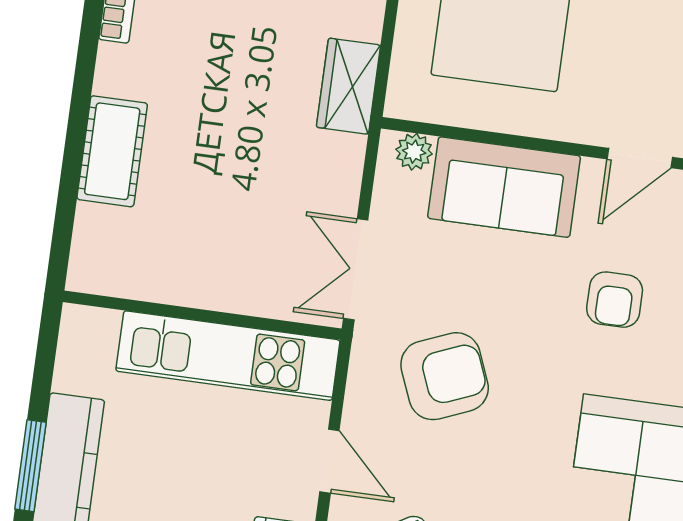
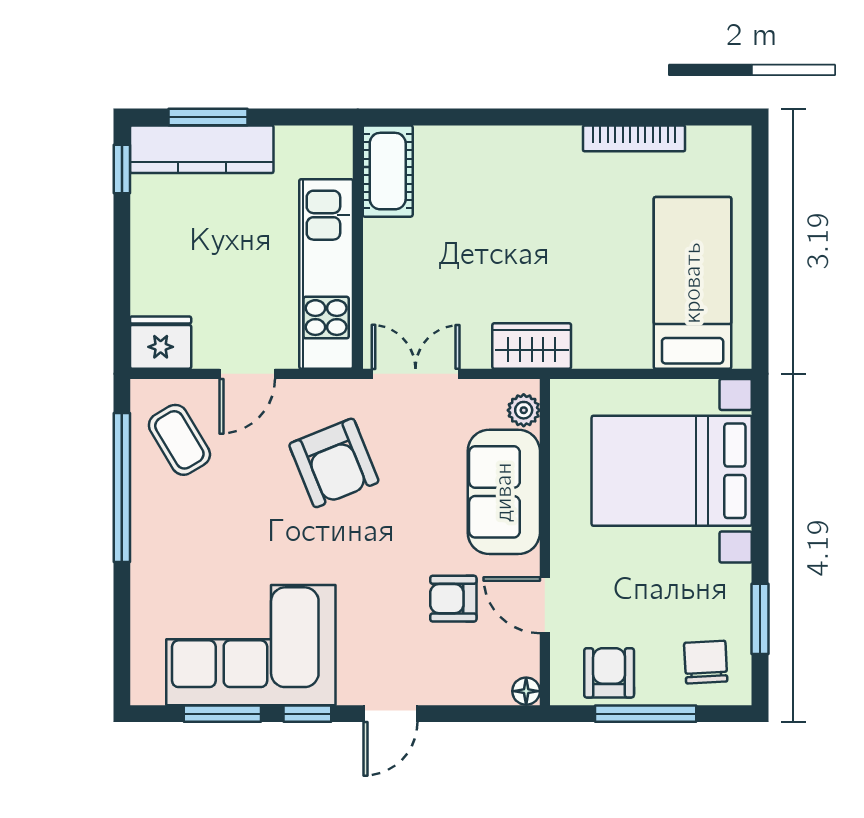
wardrobe: (348, 86) -> (532, 346), moved
cot: (112, 151) -> (388, 171), moved, turned 90
armchair: (615, 300) -> (453, 599), moved

